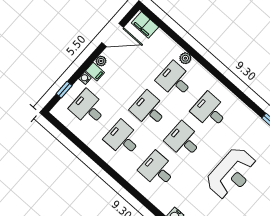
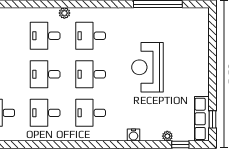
plant: (185, 58) -> (64, 13), moved
reception desk: (232, 173) -> (147, 67), turned 180

